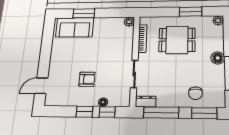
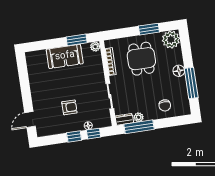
window: (84, 13) -> (77, 40), moved
plant: (218, 21) -> (171, 40), width x1.87, depth x1.87
sofa: (75, 27) -> (65, 56), moved
dining table: (177, 40) -> (141, 59), turned 90
plant: (163, 102) -> (139, 117), added
window: (204, 113) -> (174, 121), removed

